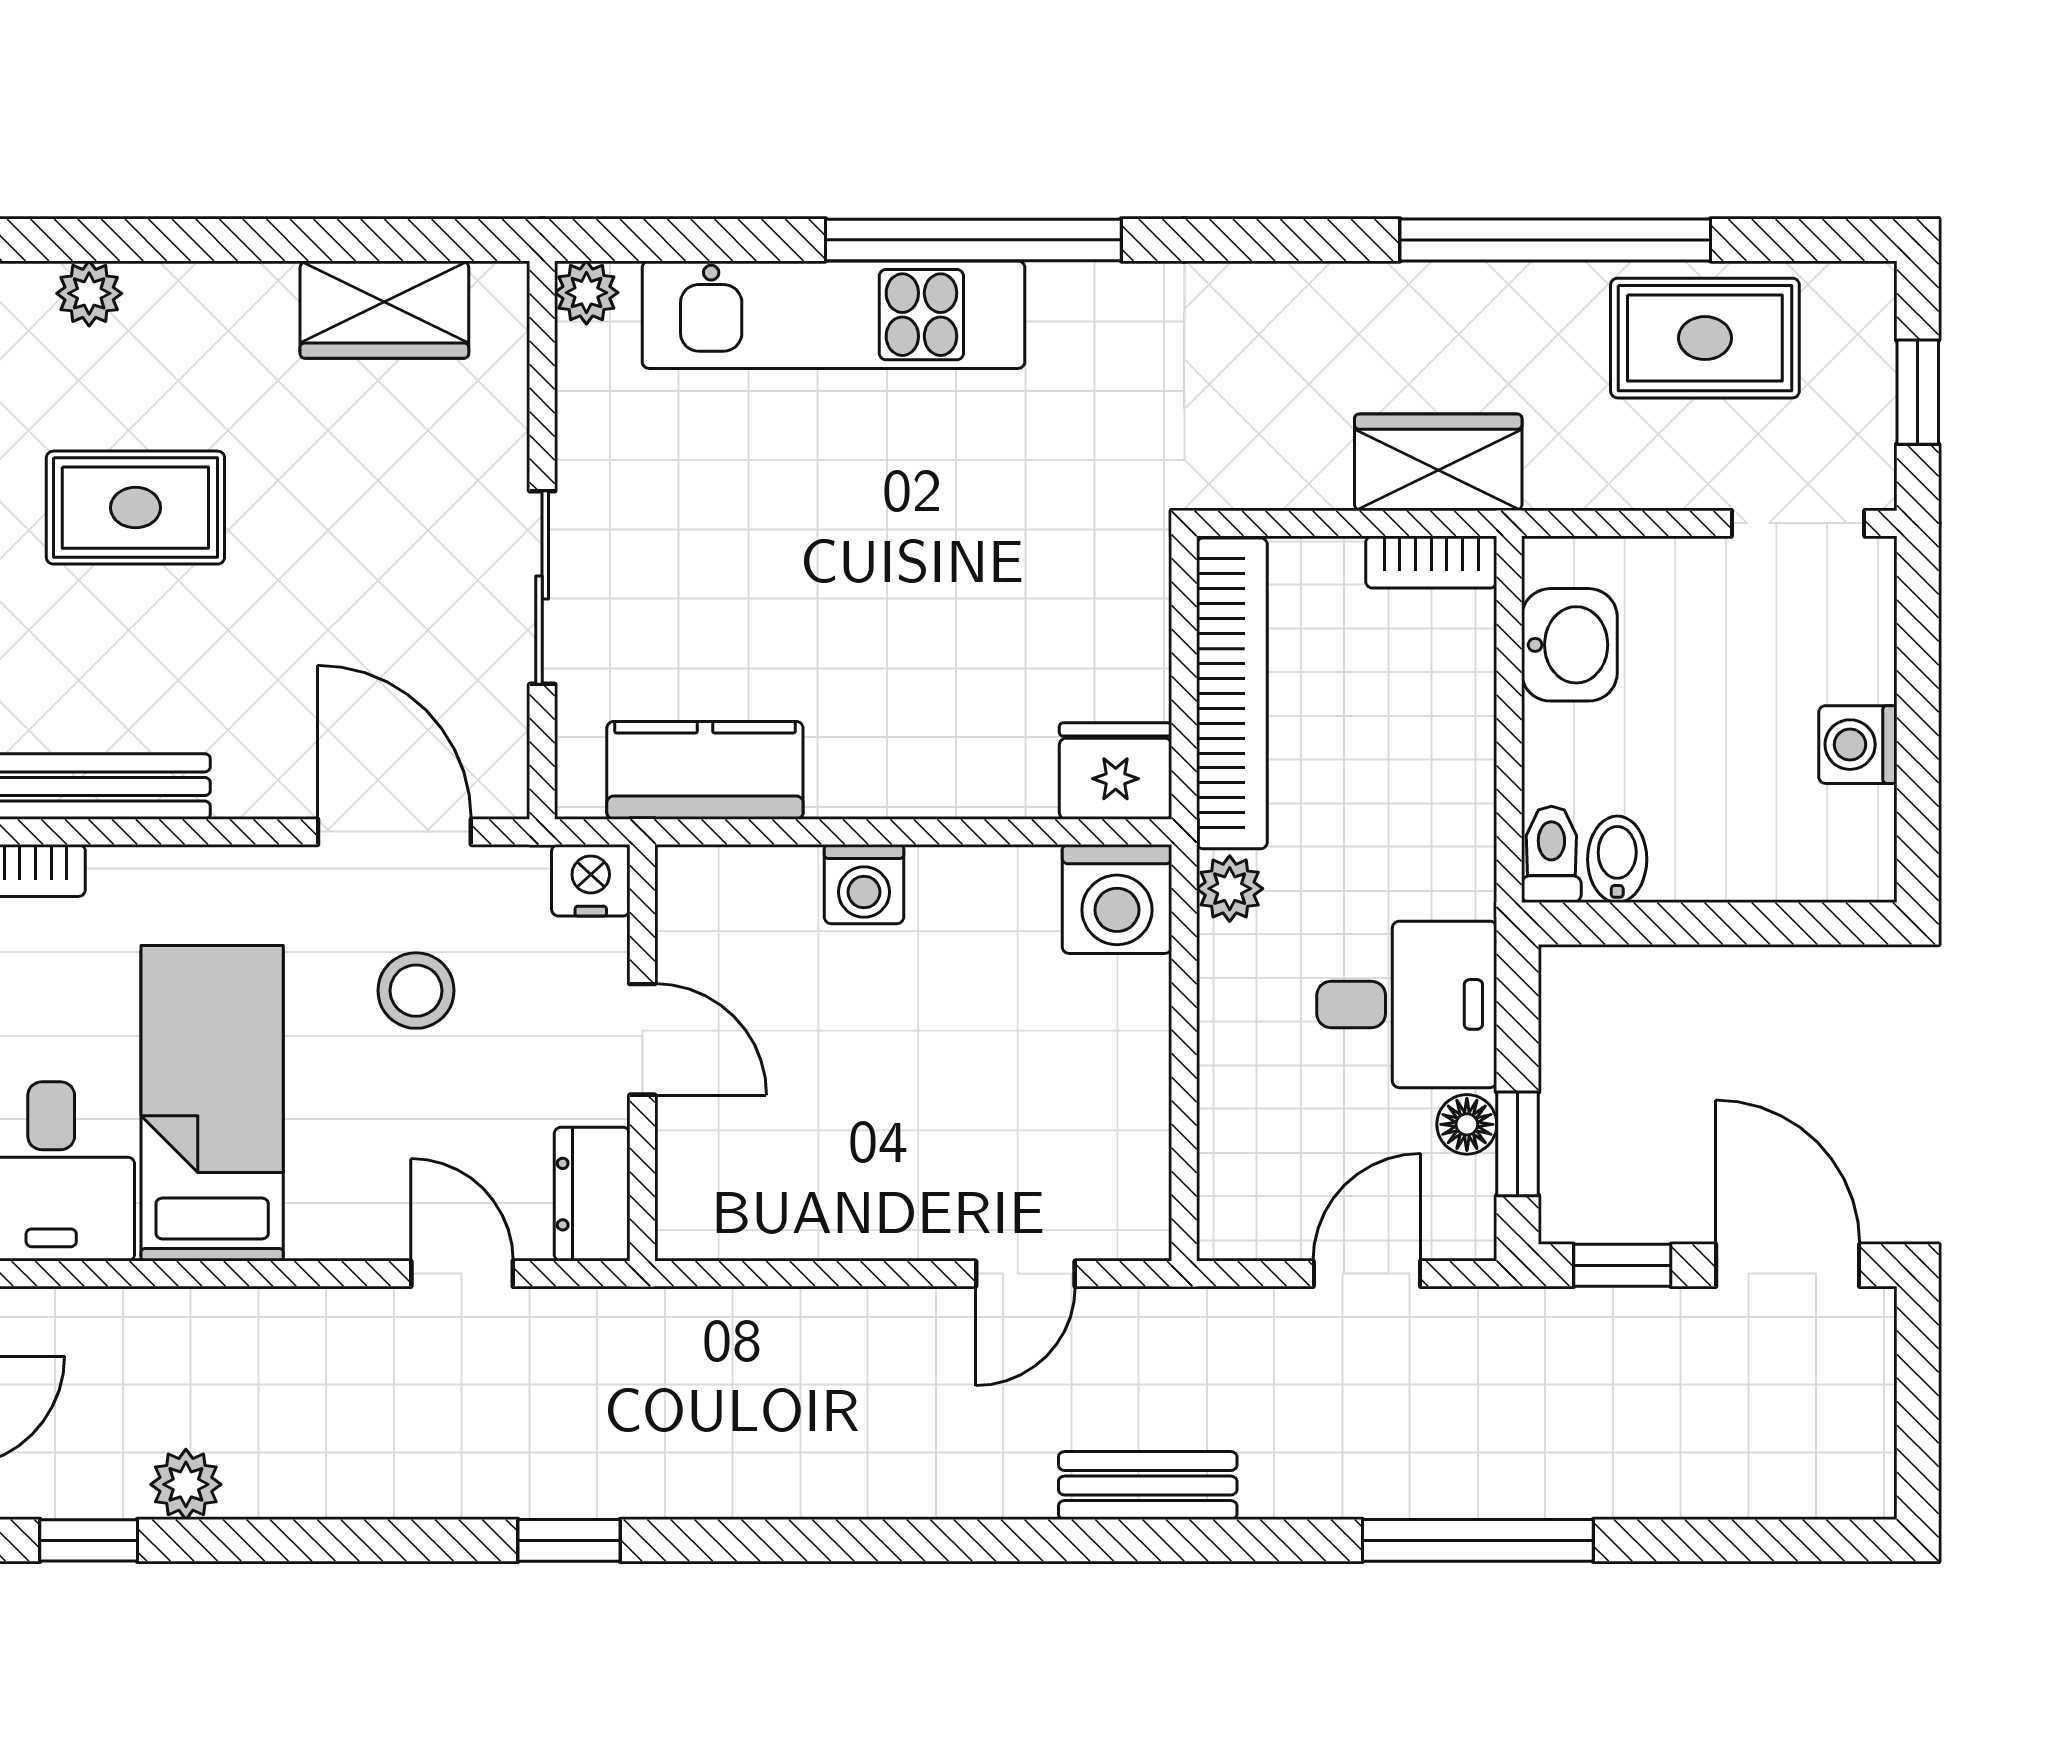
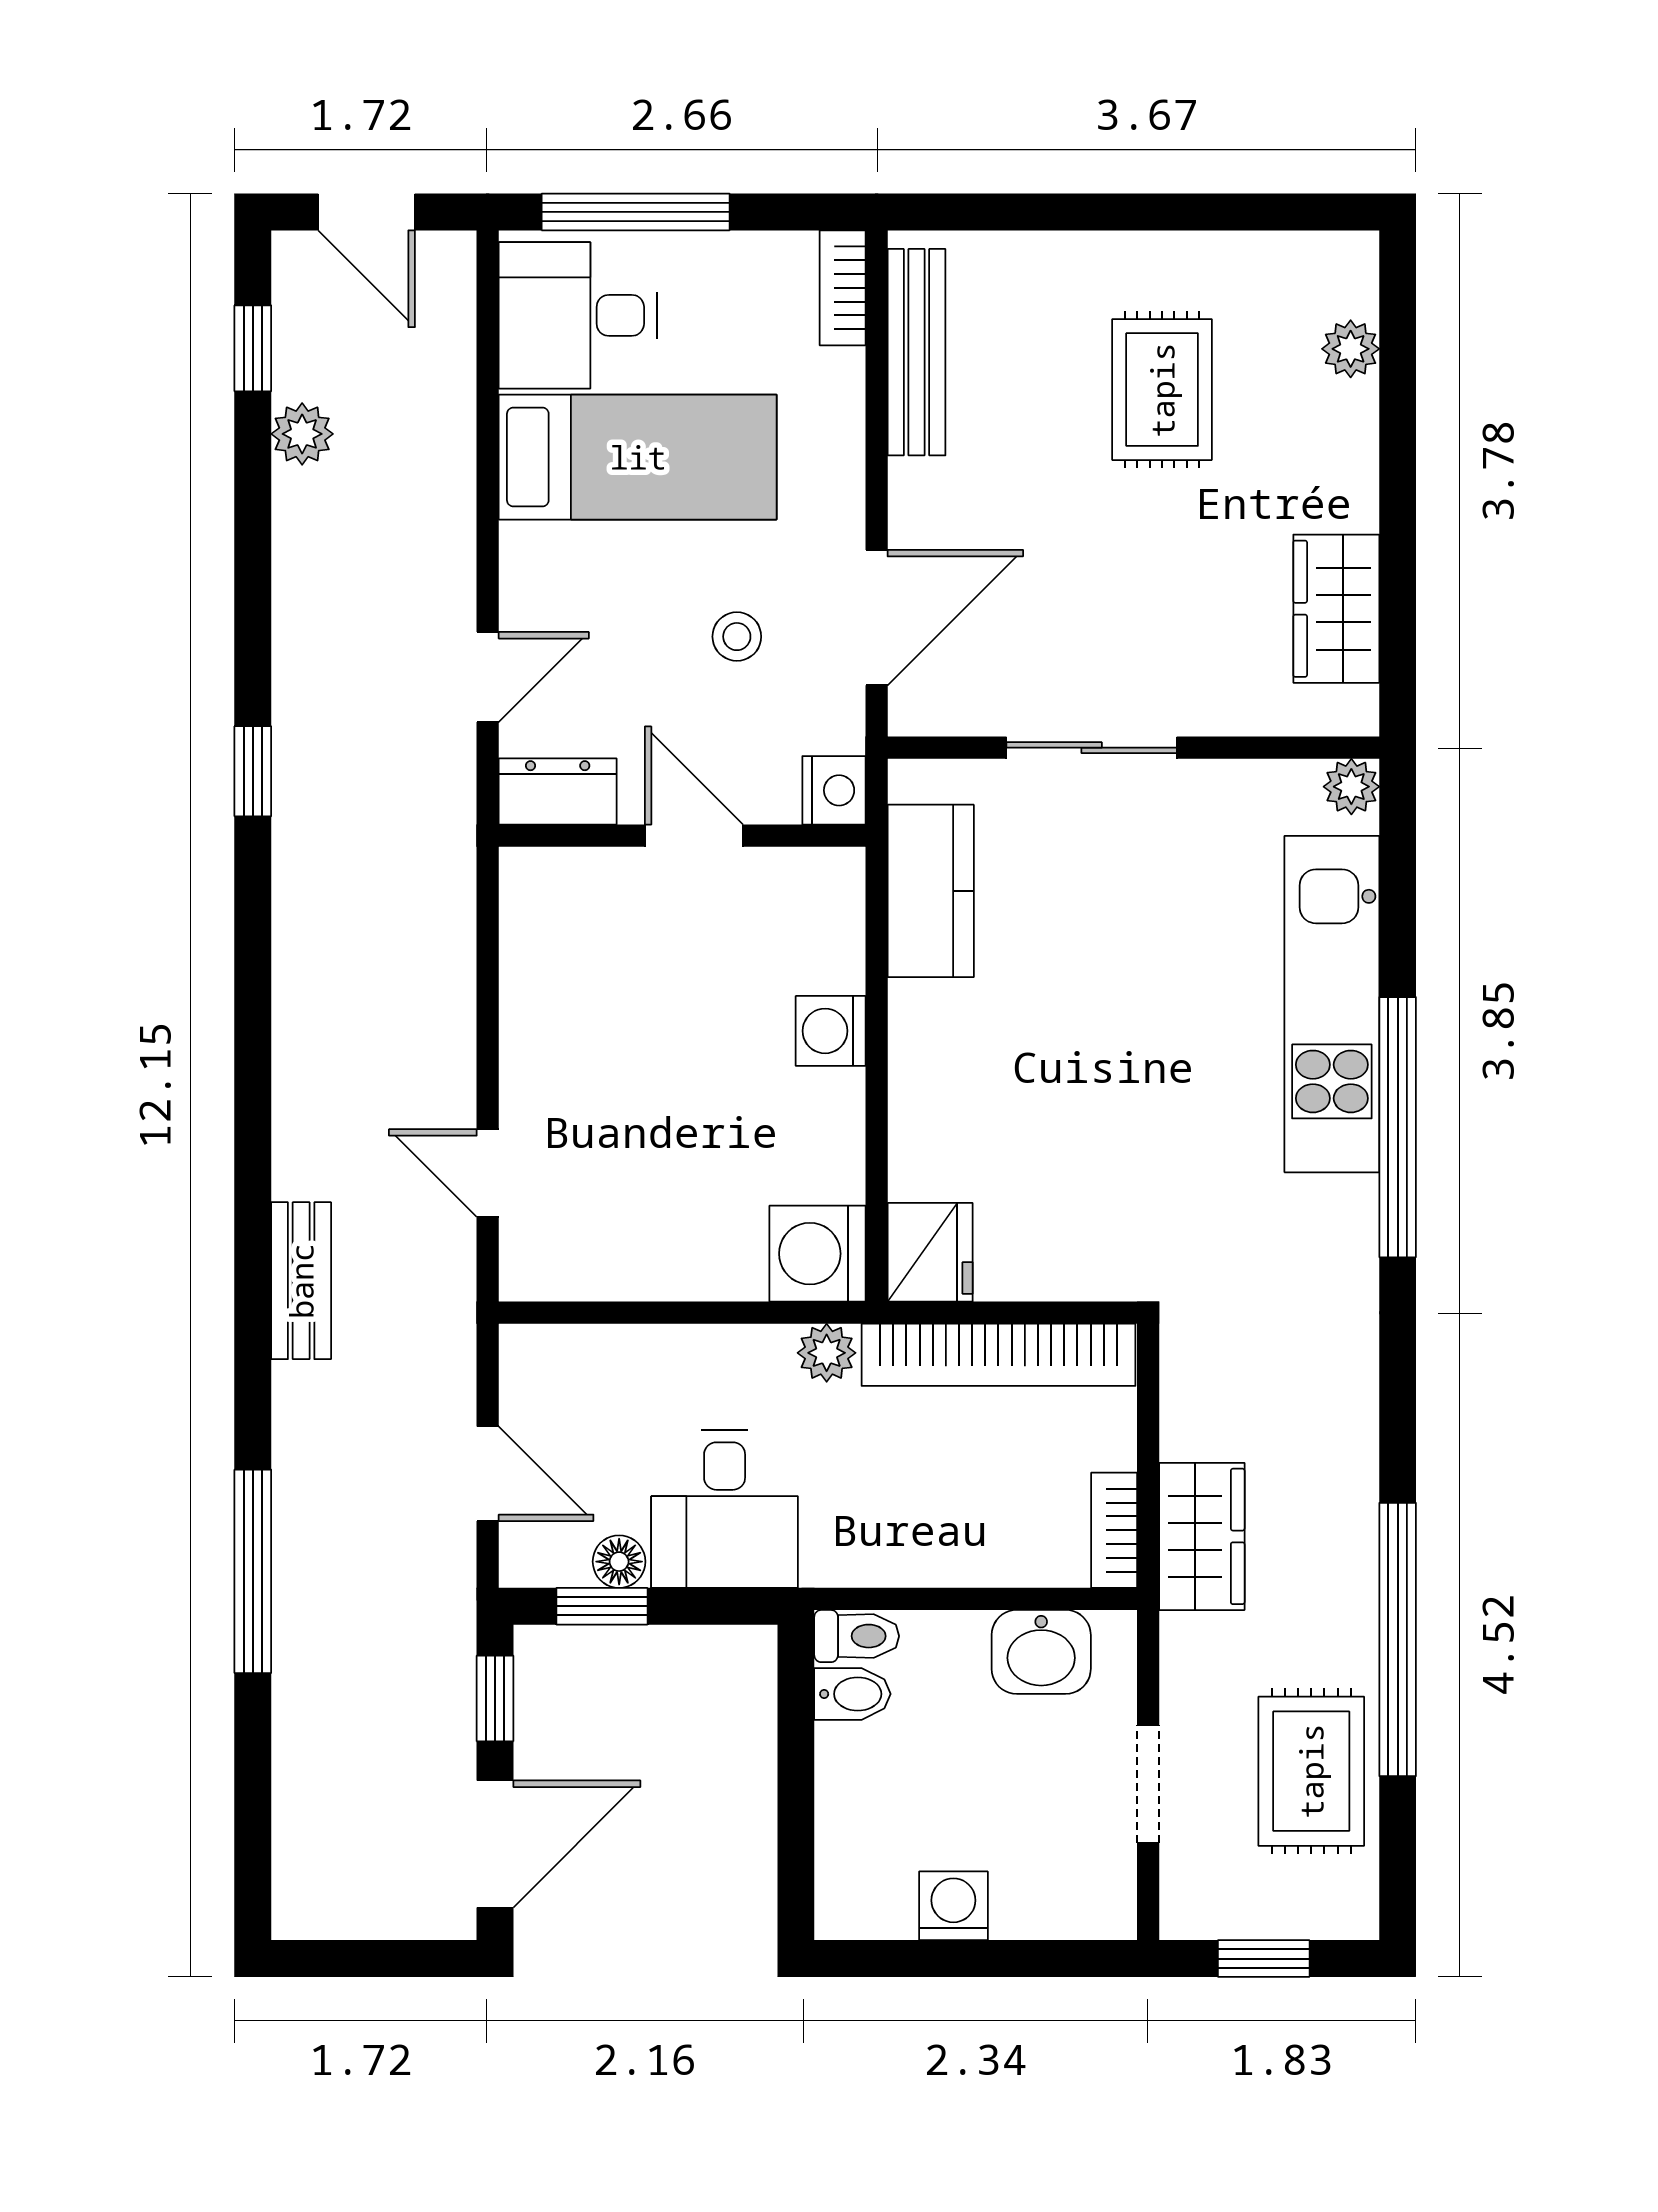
doorway: (1798, 523) -> (1148, 1784), moved
stool: (416, 991) -> (737, 637), width x0.73, depth x0.73
door: (642, 1039) -> (694, 836), swing flipped

